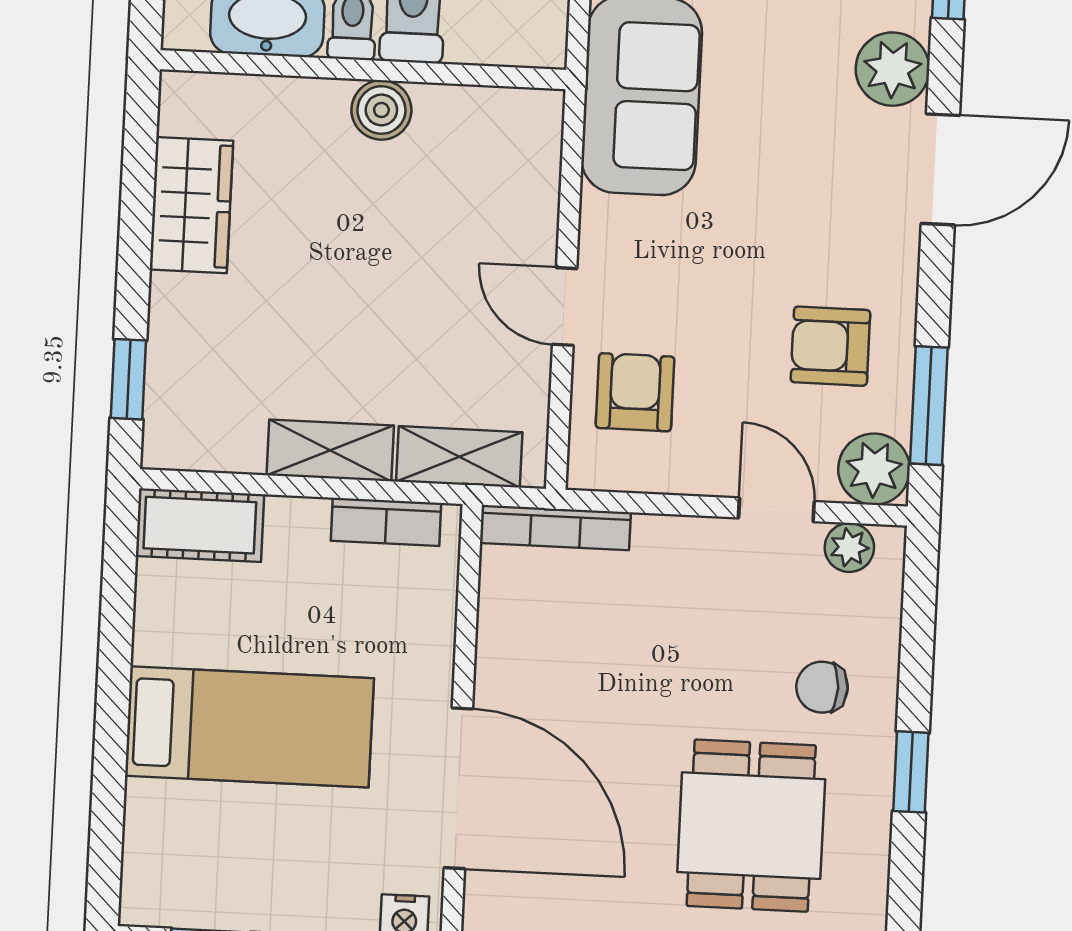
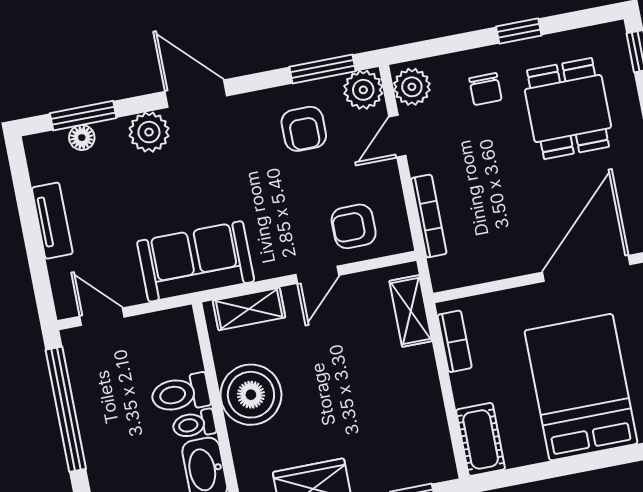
boiler: (381, 110) -> (251, 395), width x1.86, depth x1.86
shelving: (330, 450) -> (249, 309), moved, turned 90
bookcase: (555, 528) -> (429, 216), moved
plant: (849, 547) -> (412, 87), width x1.38, depth x1.38
bed: (249, 727) -> (581, 387), width x1.50
dining table: (751, 826) -> (568, 109), turned 90

